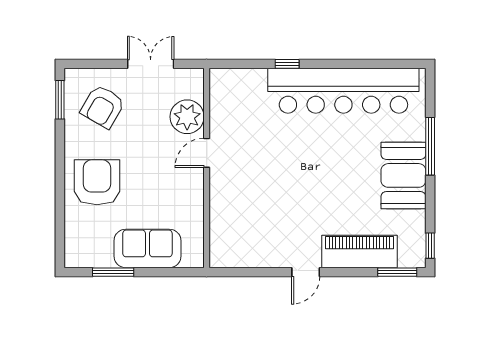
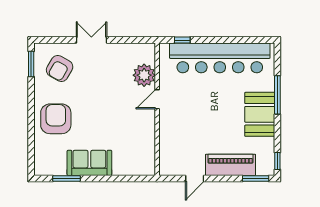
plant: (187, 117) -> (144, 75), moved
door: (207, 153) -> (157, 99), moved
wall: (207, 168) -> (157, 109), moved

